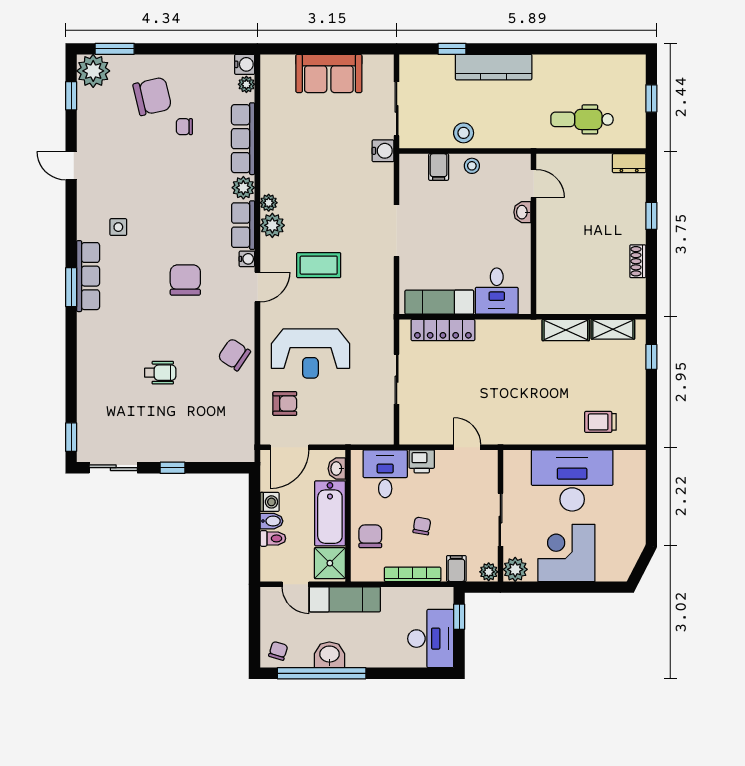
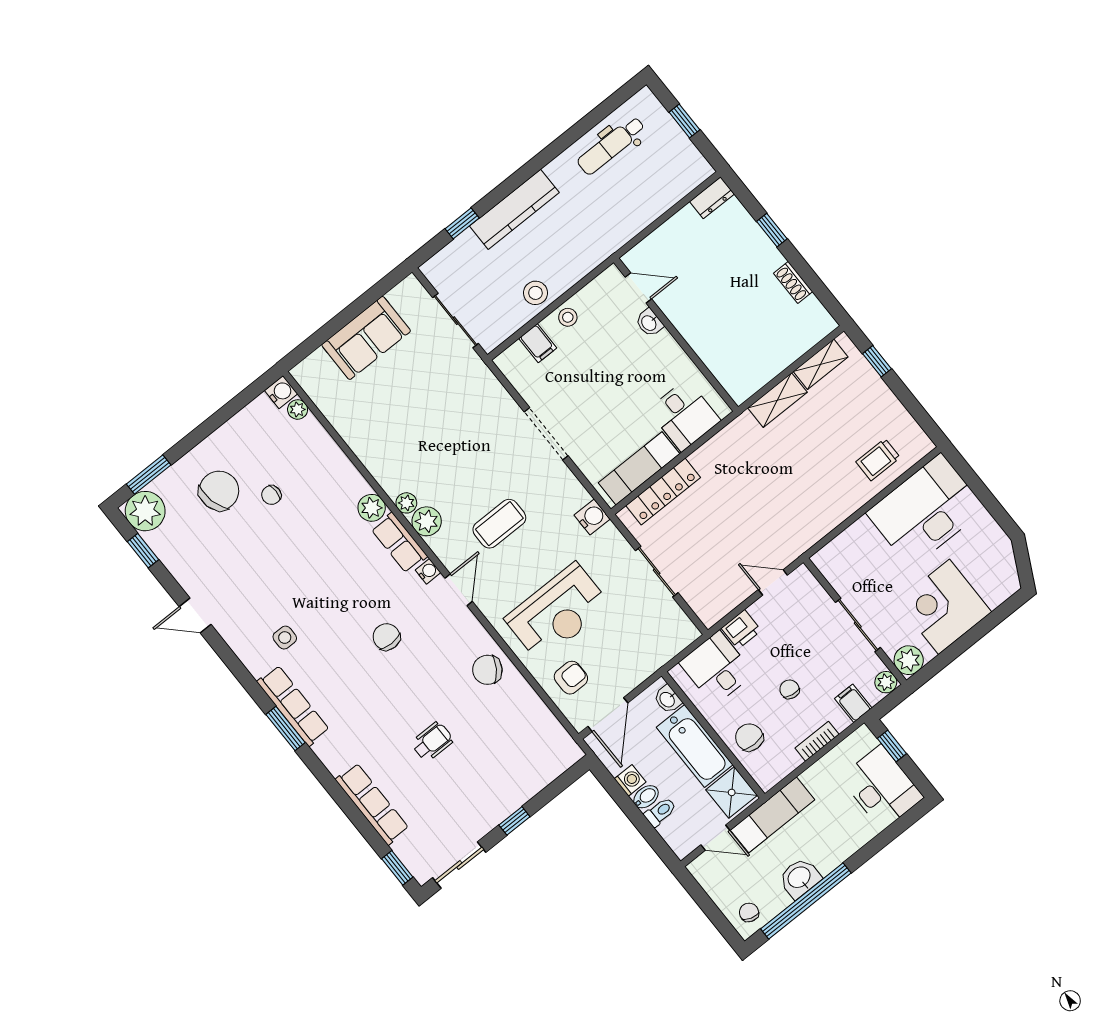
dental chair: (582, 119) -> (611, 145), moved
row of seats: (243, 139) -> (372, 804), moved, turned 180
water cooler: (383, 151) -> (592, 517), moved
chair: (185, 280) -> (386, 637), width x0.73, depth x0.73
desk: (572, 480) -> (926, 511), moved
bookcase: (413, 574) -> (817, 741), width x0.64

